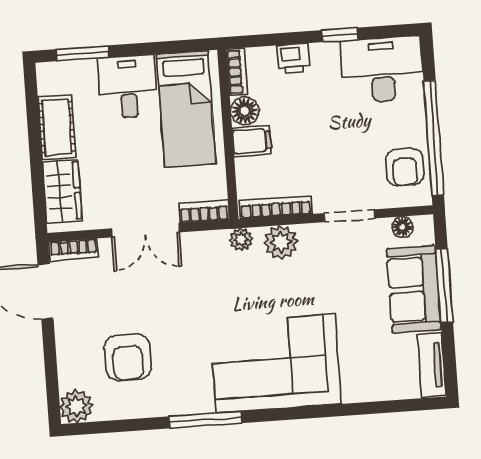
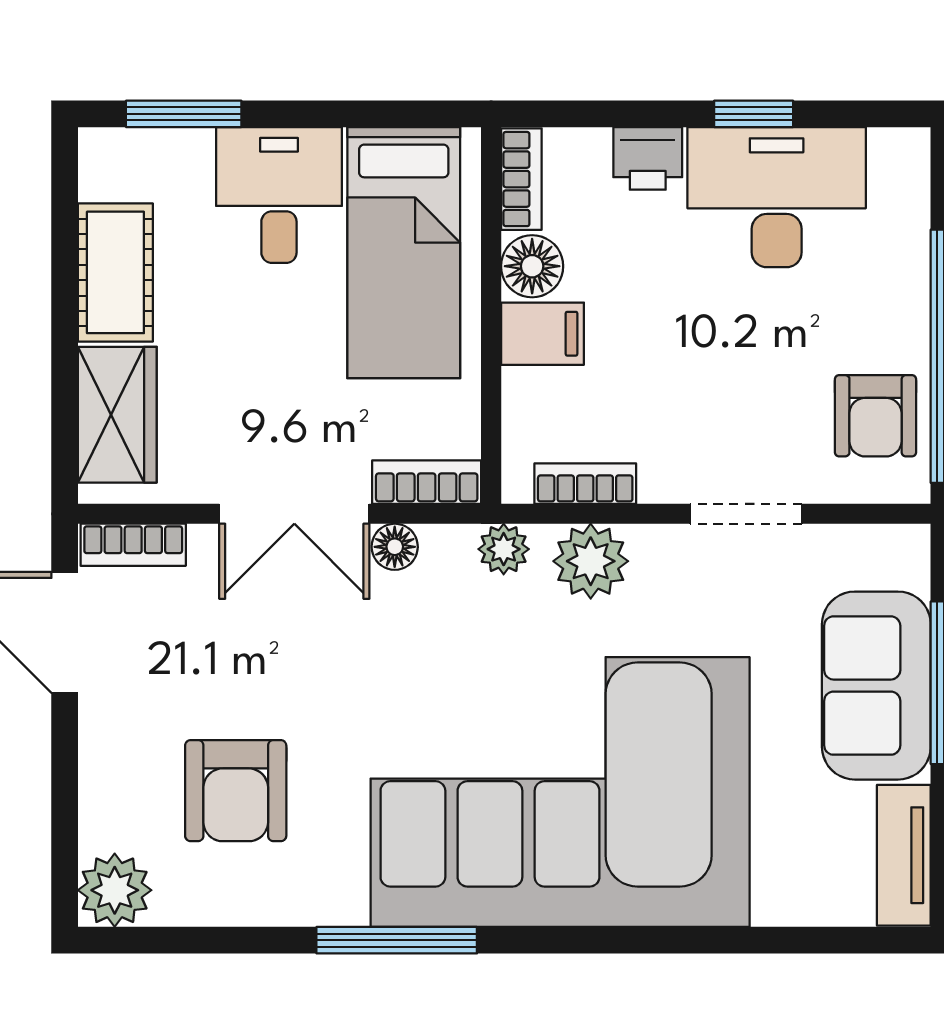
desk: (382, 70) -> (777, 197), moved
bookcase: (276, 207) -> (585, 484), width x0.64
floor lamp: (402, 227) -> (395, 547), moved
corner sofa: (276, 364) -> (560, 792), width x1.36, depth x1.36

